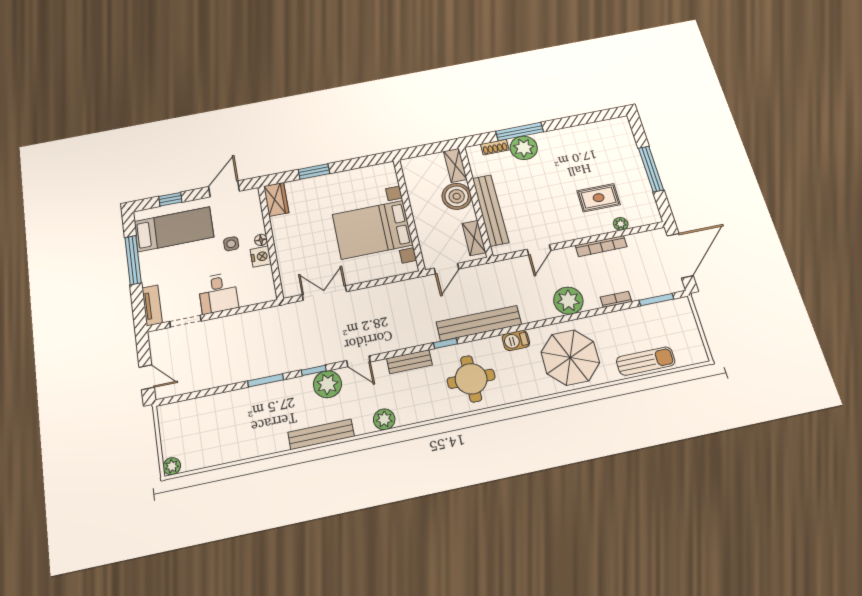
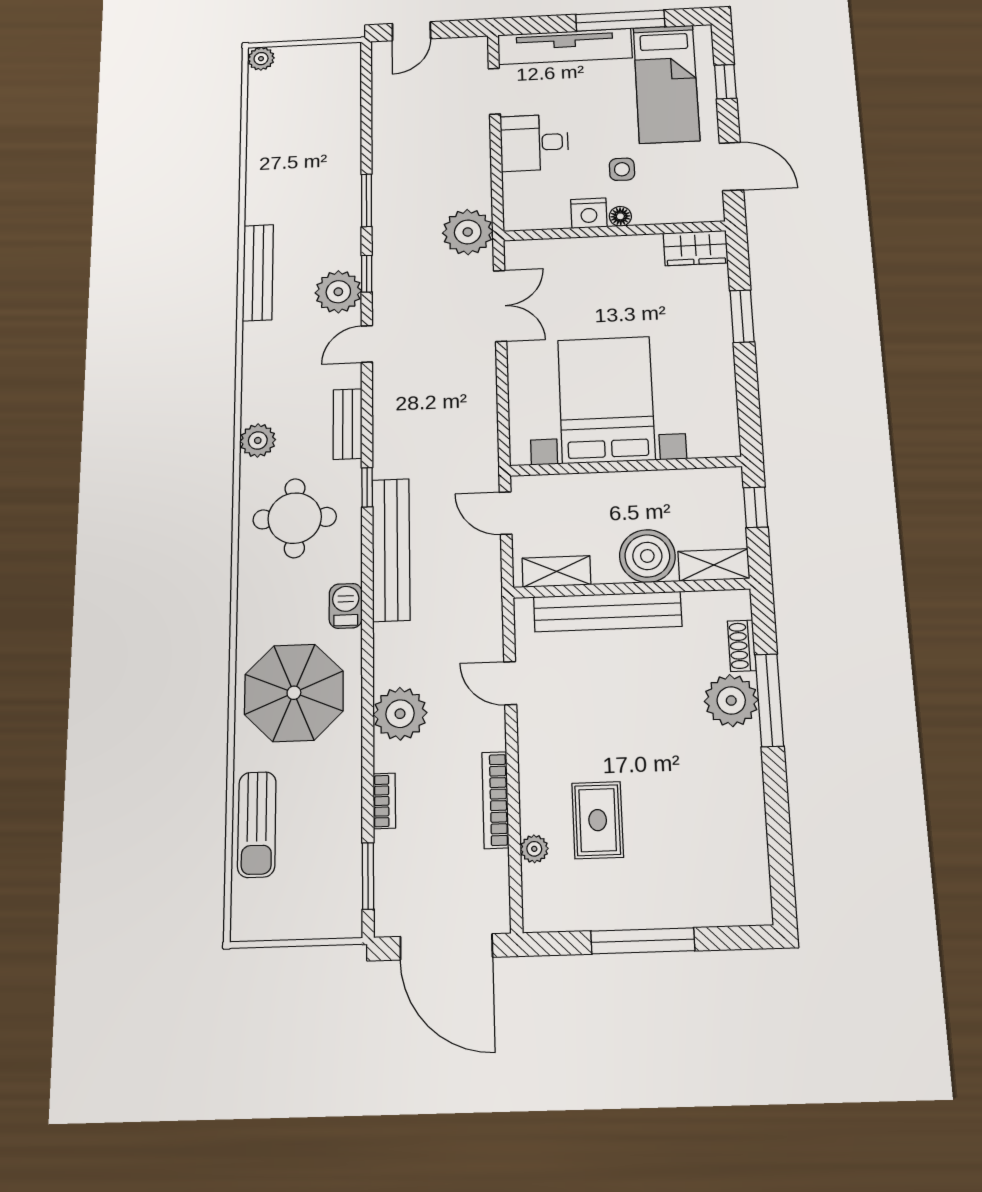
window: (420, 151) -> (756, 507), added
tv unit: (152, 305) -> (565, 46), width x1.92, depth x1.29
plant: (280, 319) -> (468, 232), added
plant: (384, 419) -> (258, 440), moved

